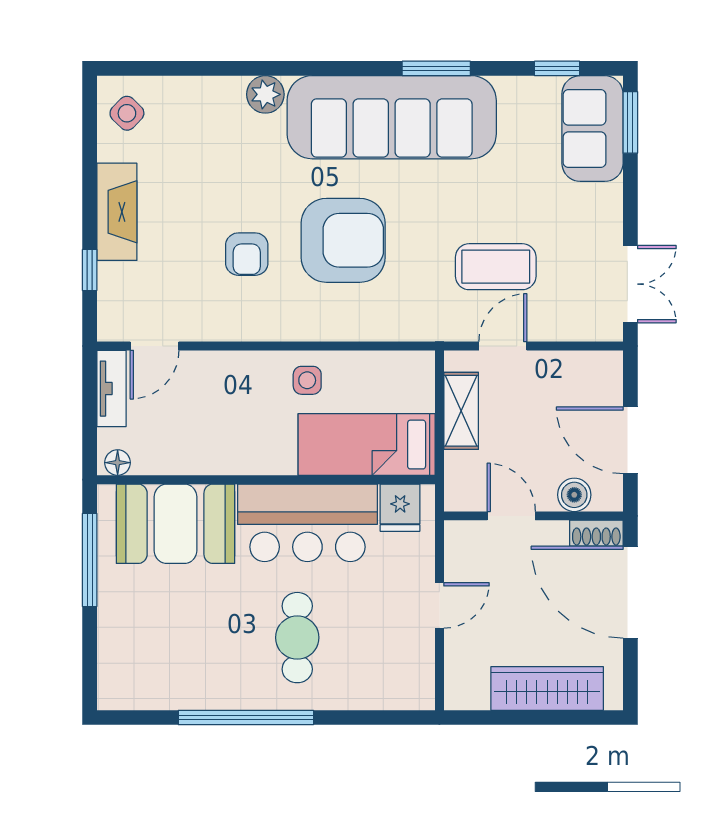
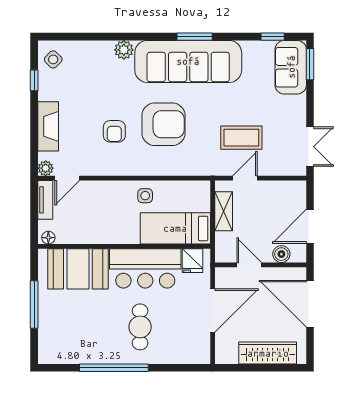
window: (436, 68) -> (195, 37), moved
fireplace: (117, 212) -> (48, 126), moved
window: (90, 270) -> (34, 80), moved
plant: (112, 327) -> (46, 168), added
door: (630, 440) -> (310, 226), hinge flipped
shoe rack: (596, 533) -> (293, 274), removed
window: (90, 560) -> (34, 304), moved
door: (439, 605) -> (213, 310), width x1.87

